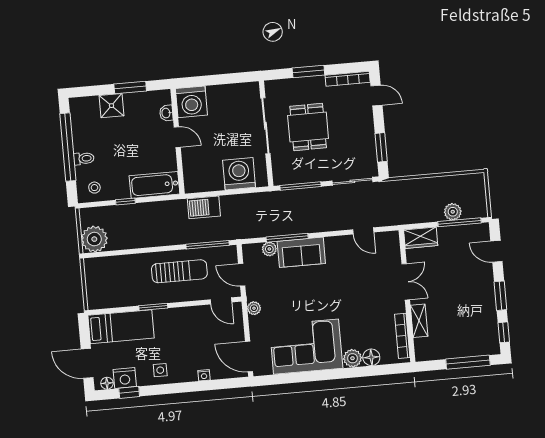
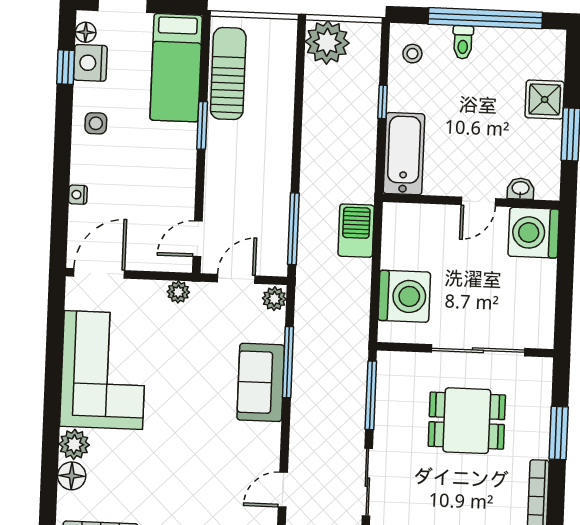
plant: (269, 249) -> (274, 299), moved
sun lounger: (179, 271) -> (228, 74), moved, turned 180

